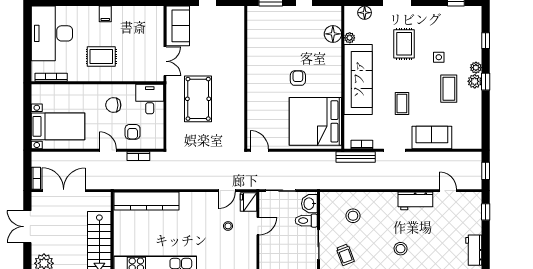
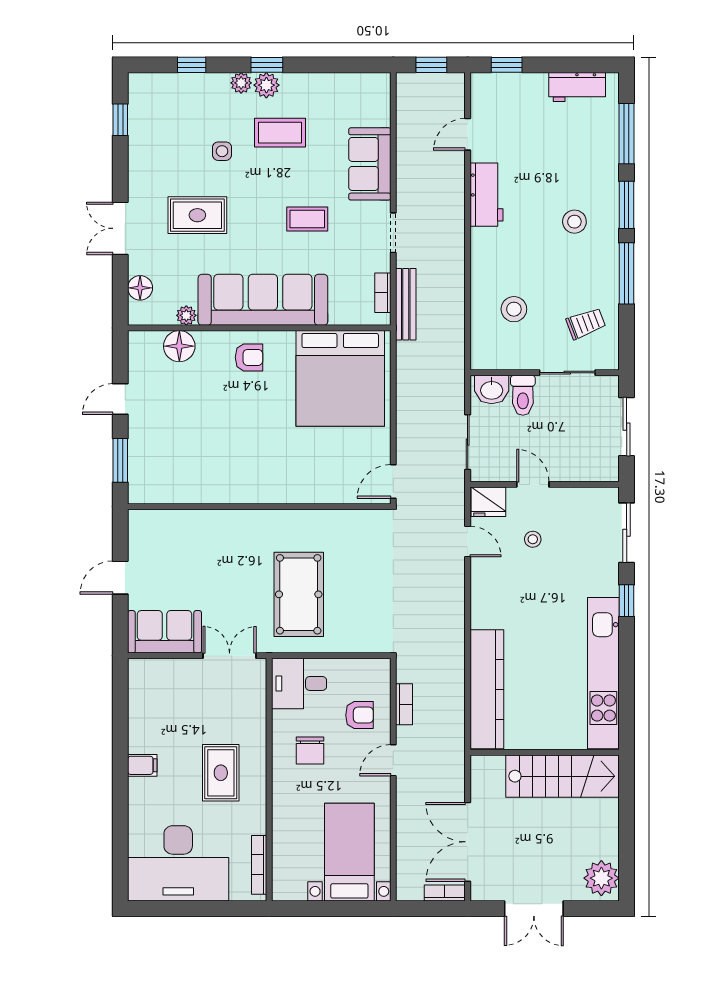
armchair: (298, 78) -> (249, 357), moved, turned 180
pool table: (198, 99) -> (299, 594), turned 90

